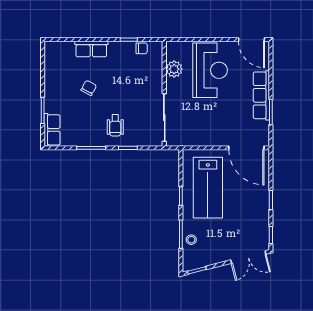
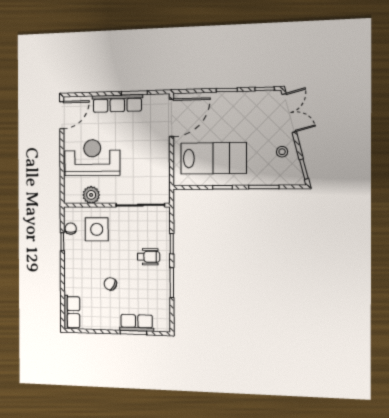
row of seats: (91, 49) -> (72, 312), moved
side table: (141, 74) -> (97, 229), added
row of seats: (52, 130) -> (137, 323), moved
stool: (191, 240) -> (282, 152), moved

